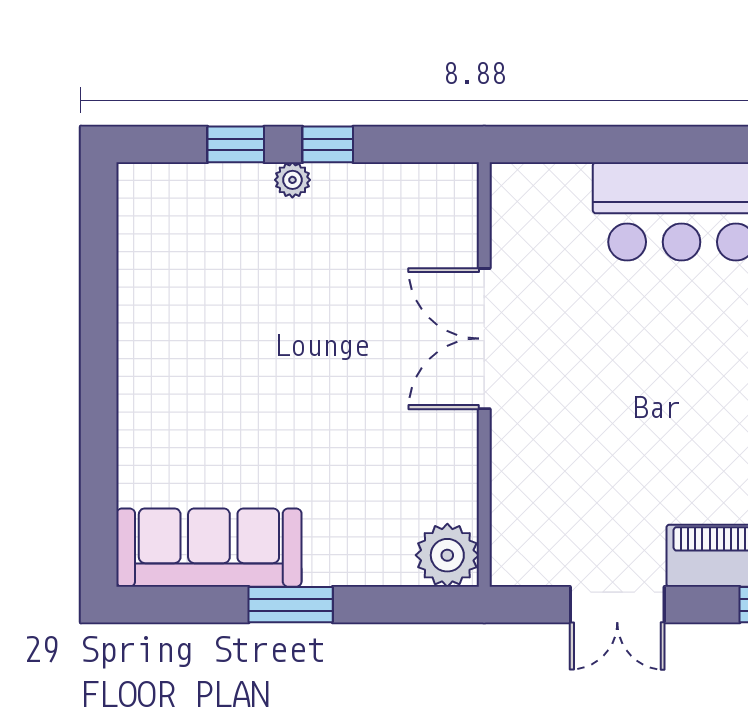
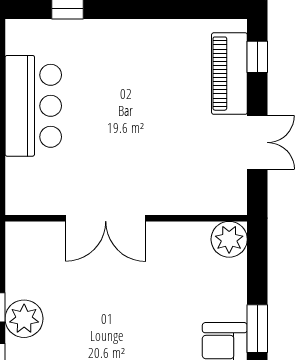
plant: (292, 180) -> (24, 319), width x1.88, depth x1.88

